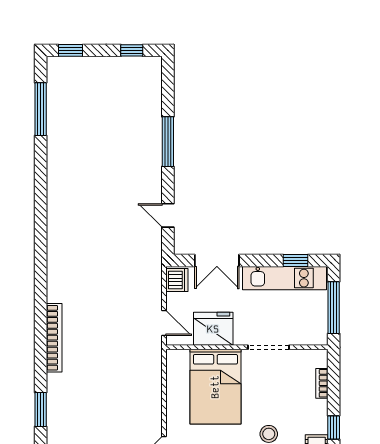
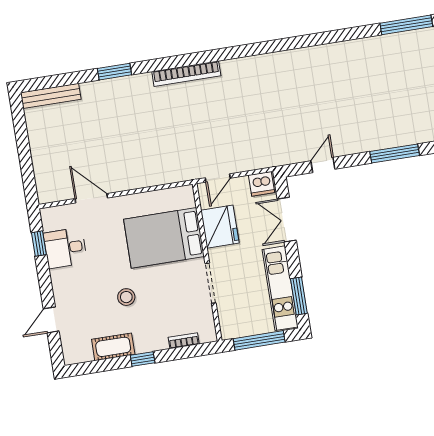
window: (296, 260) -> (299, 296), width x1.50

